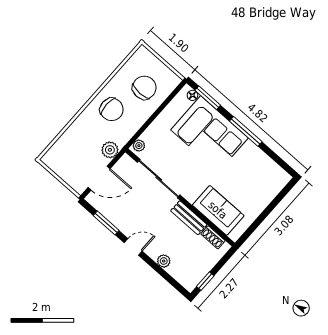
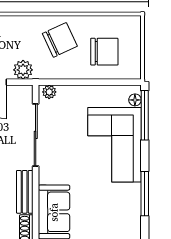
window: (208, 98) -> (145, 115), width x1.44
chair: (112, 109) -> (60, 40), turned -115
window: (246, 131) -> (145, 194), moved

